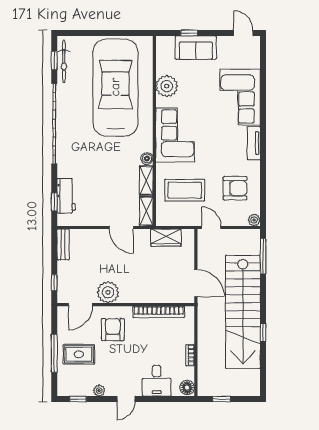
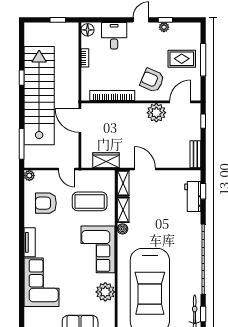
armchair: (113, 330) -> (152, 80), turned 113
window: (78, 399) -> (165, 20), moved

